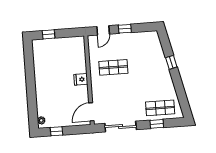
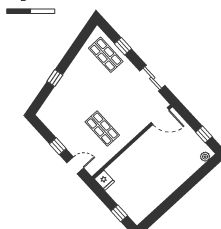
fridge: (81, 79) -> (104, 180), moved
sliding door: (121, 126) -> (152, 78), width x0.73

